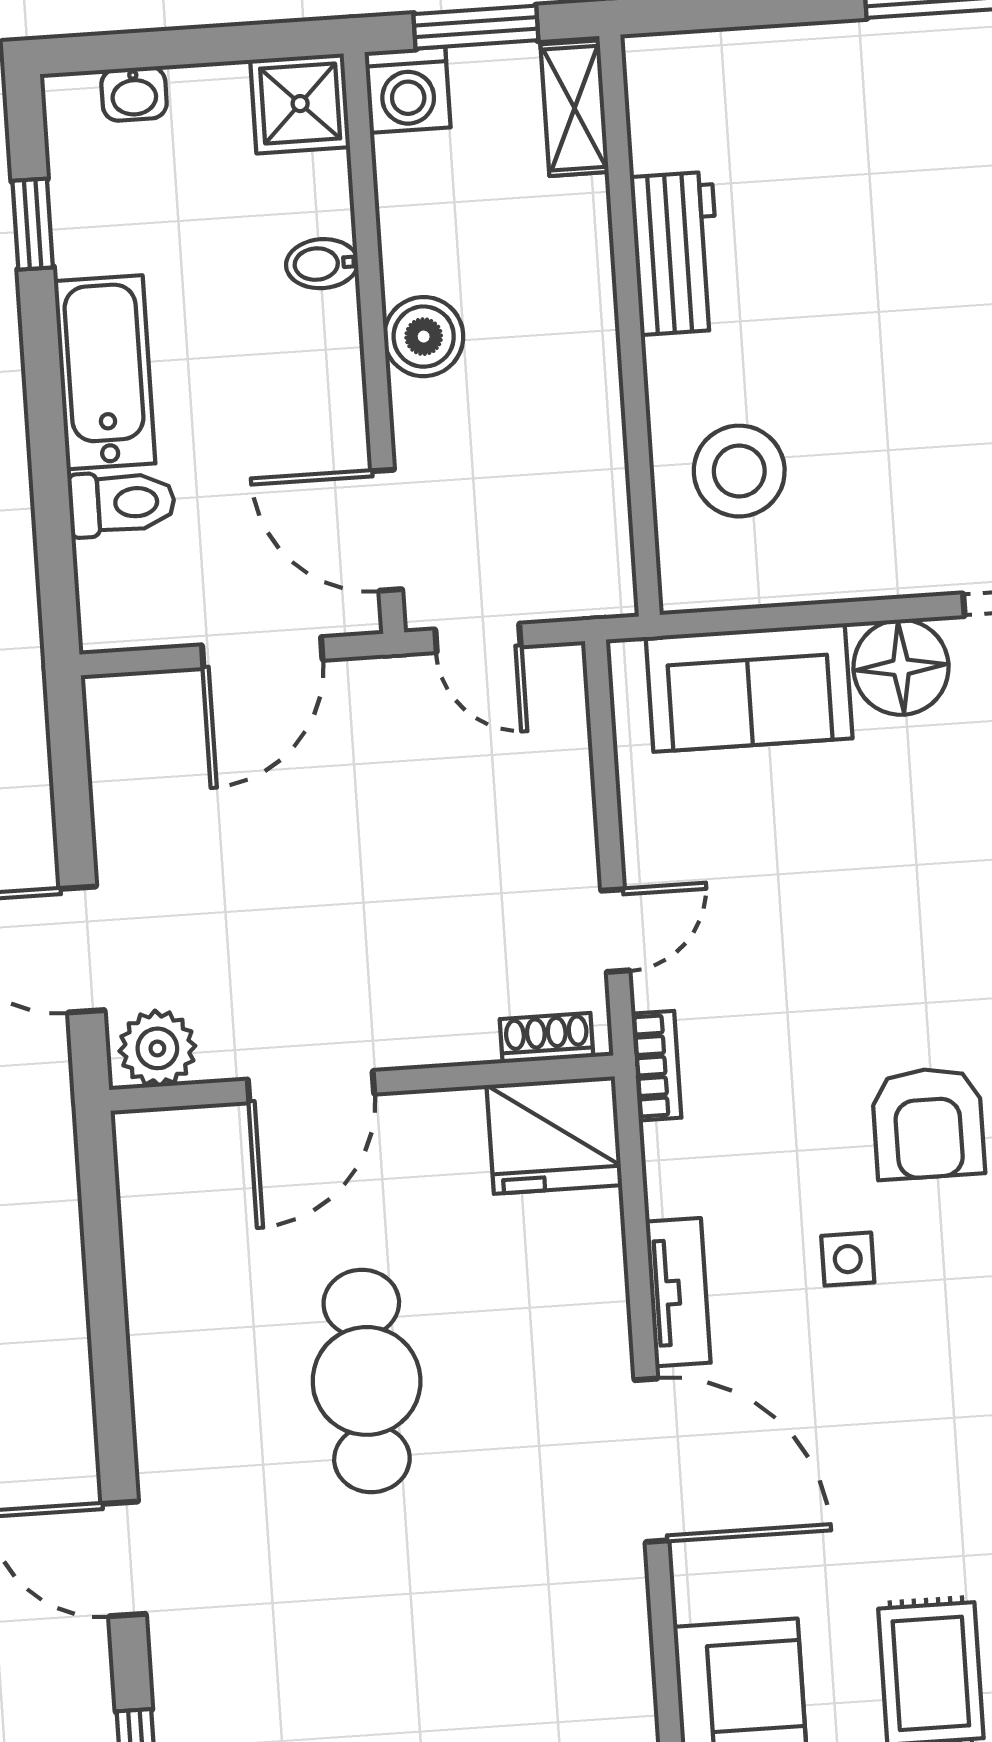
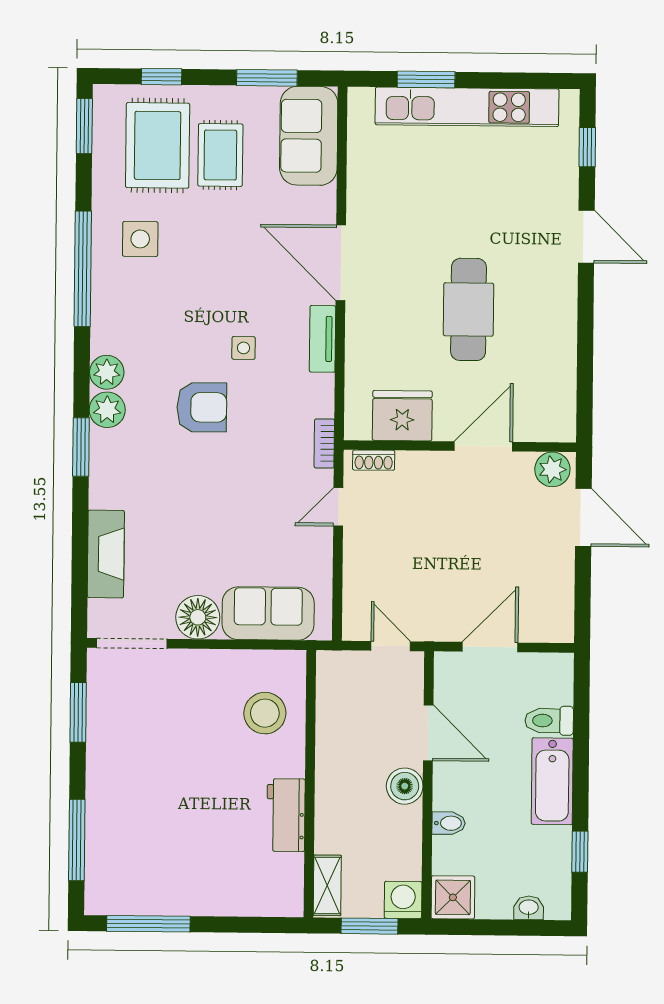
door: (387, 530) -> (428, 733), moved
armchair: (928, 1123) -> (202, 407), turned 90
fridge: (554, 1135) -> (402, 416), moved

